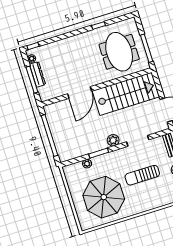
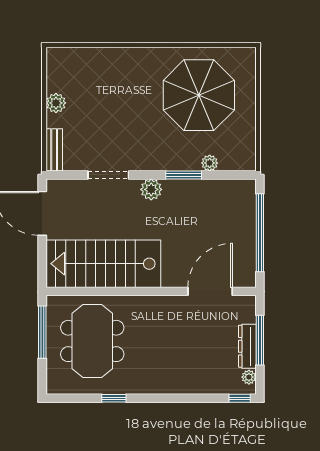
door: (80, 92) -> (210, 291), moved
sun lounger: (142, 175) -> (119, 112), removed

